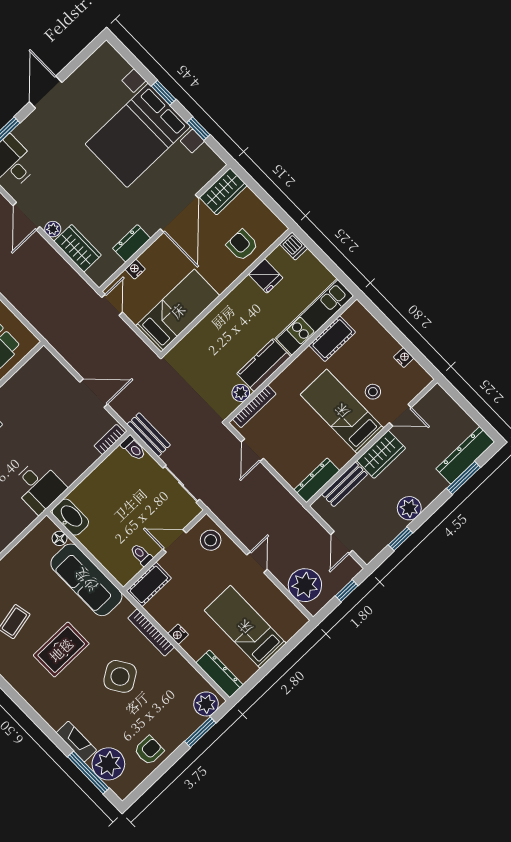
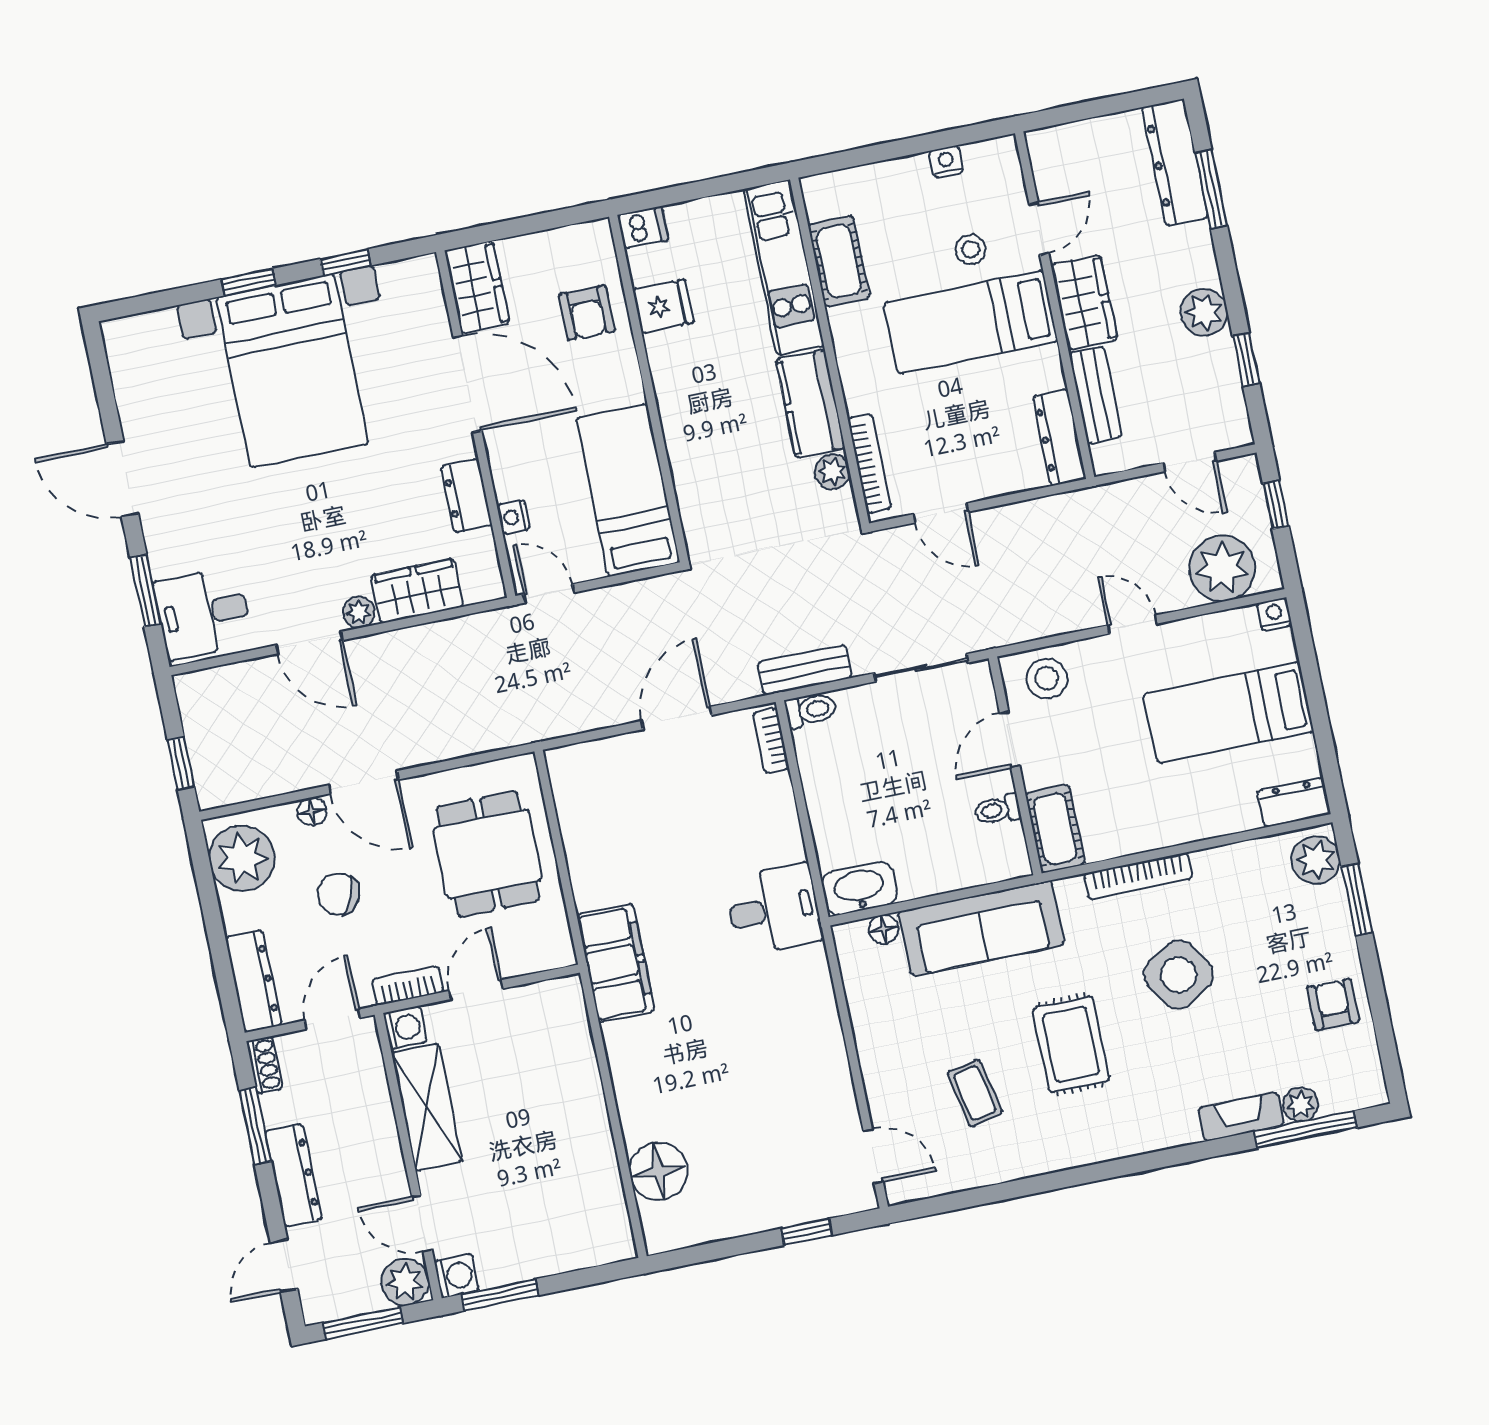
armchair: (242, 245) -> (587, 313), turned -90
nightstand: (178, 634) -> (1274, 614), moved, turned 180
dresser: (220, 674) -> (1294, 802), width x0.70
plant: (108, 764) -> (1301, 1105), width x0.53, depth x0.53

